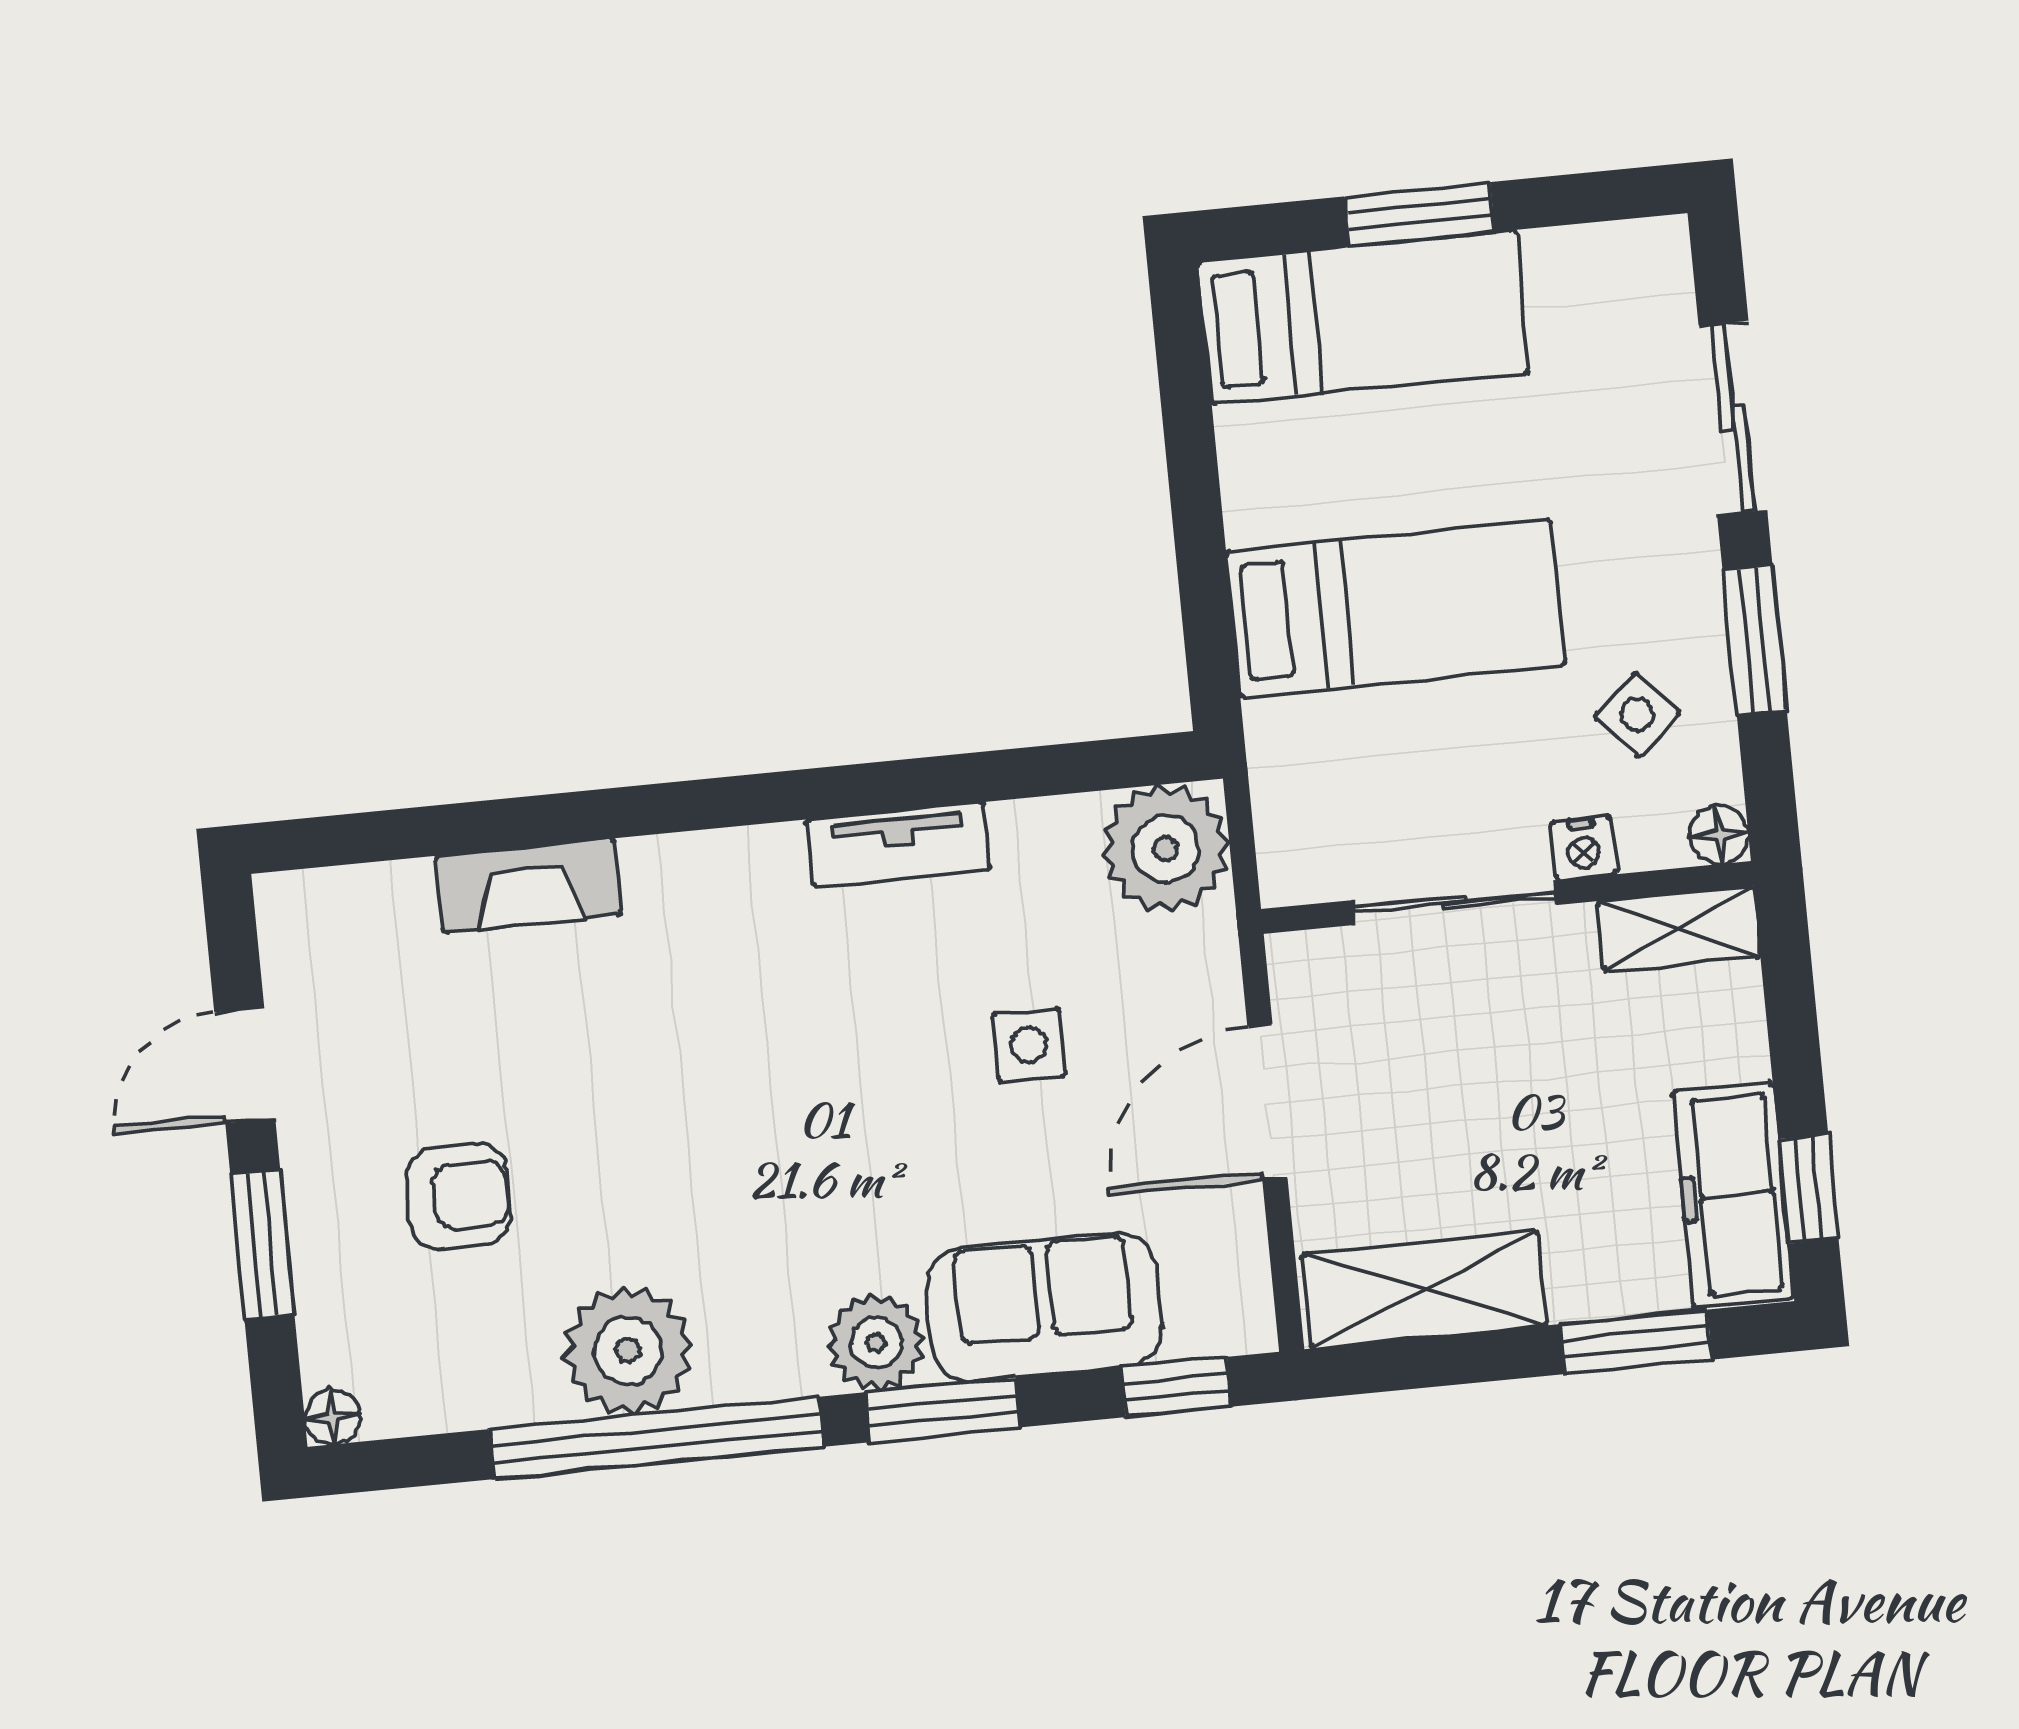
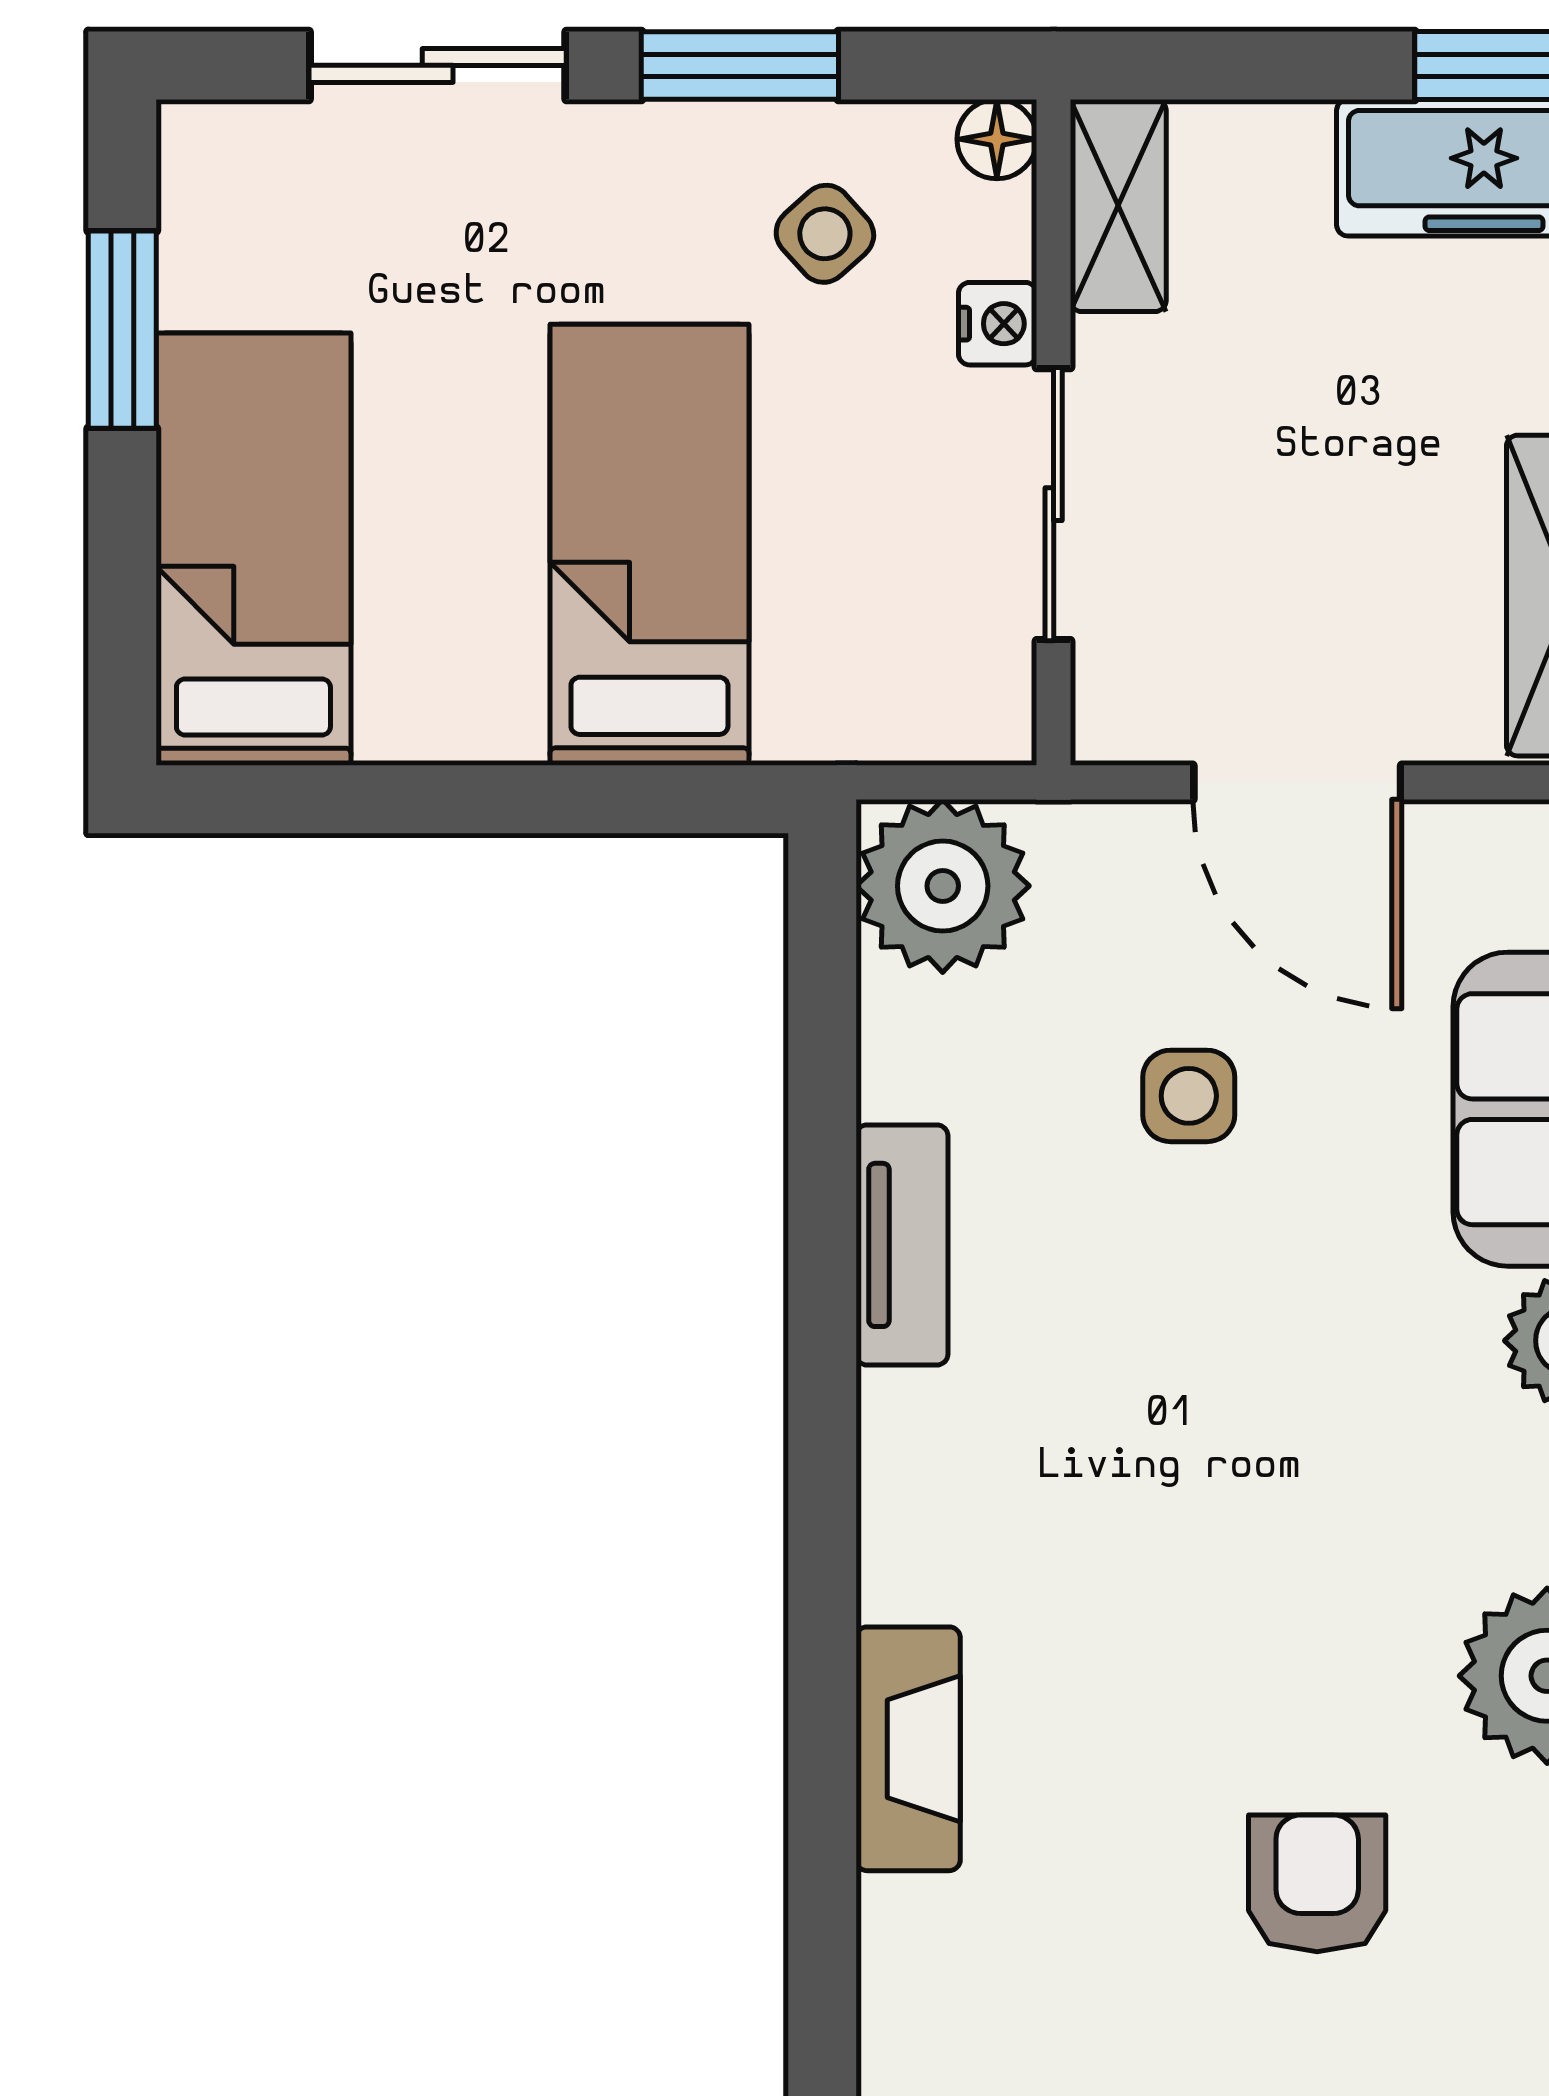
window: (1420, 214) -> (122, 330), moved

